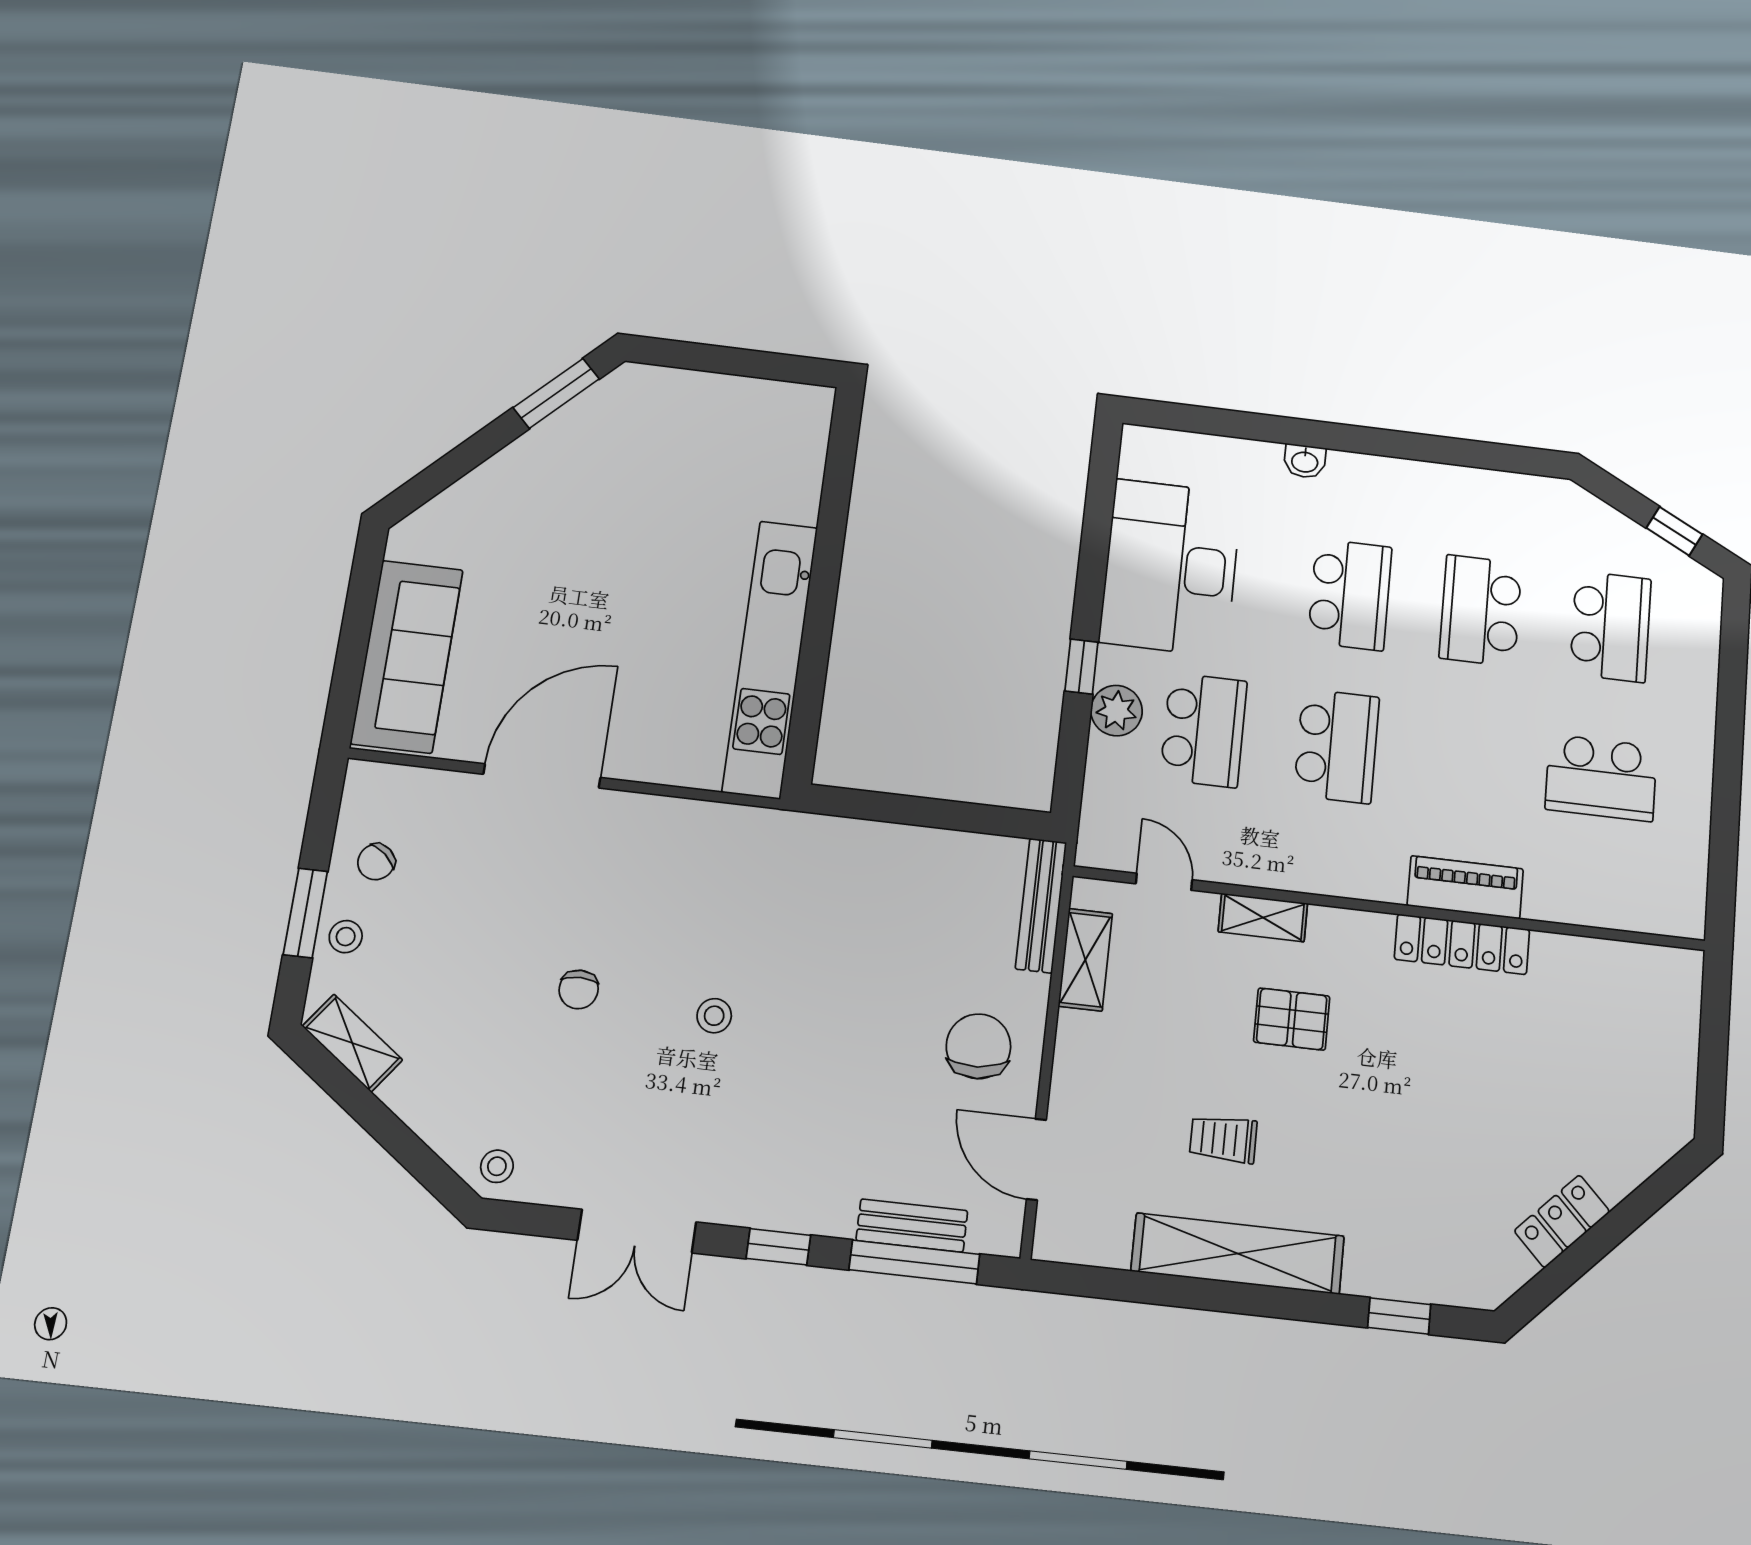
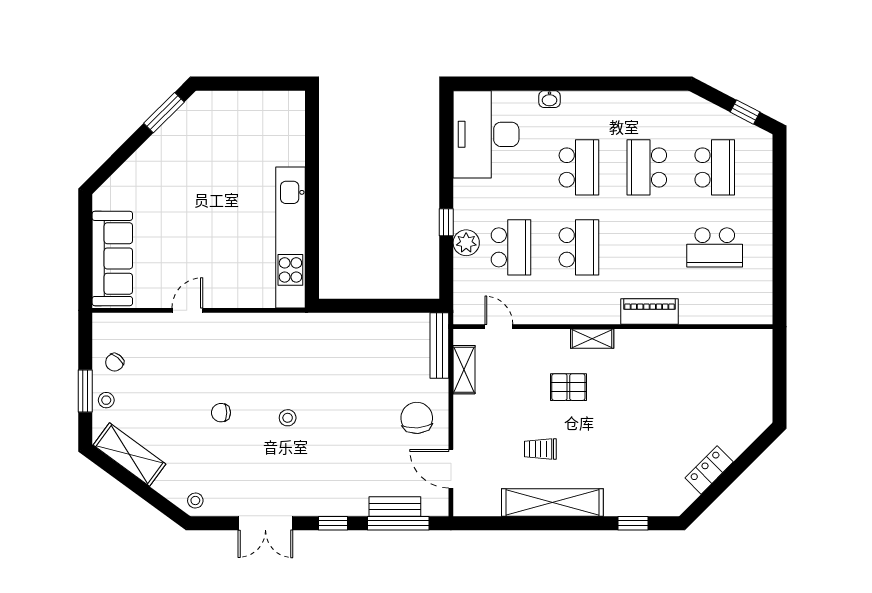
desk: (1171, 568) -> (486, 134), moved
door: (542, 776) -> (187, 310), width x0.53
shelving: (1263, 917) -> (592, 339), moved
locker: (1462, 944) -> (650, 340), removed
chair: (579, 989) -> (221, 413), turned 90
shelving: (352, 1043) -> (130, 454), width x1.50, depth x1.33

